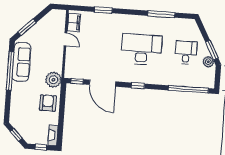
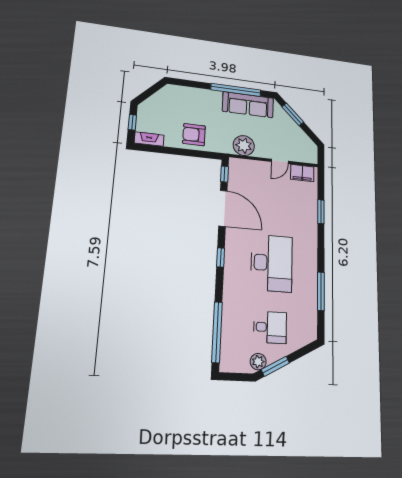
plant: (53, 80) -> (244, 146), moved
door: (103, 83) -> (223, 208), swing flipped
armchair: (48, 103) -> (194, 135), turned 180
window: (16, 135) -> (150, 92), removed

